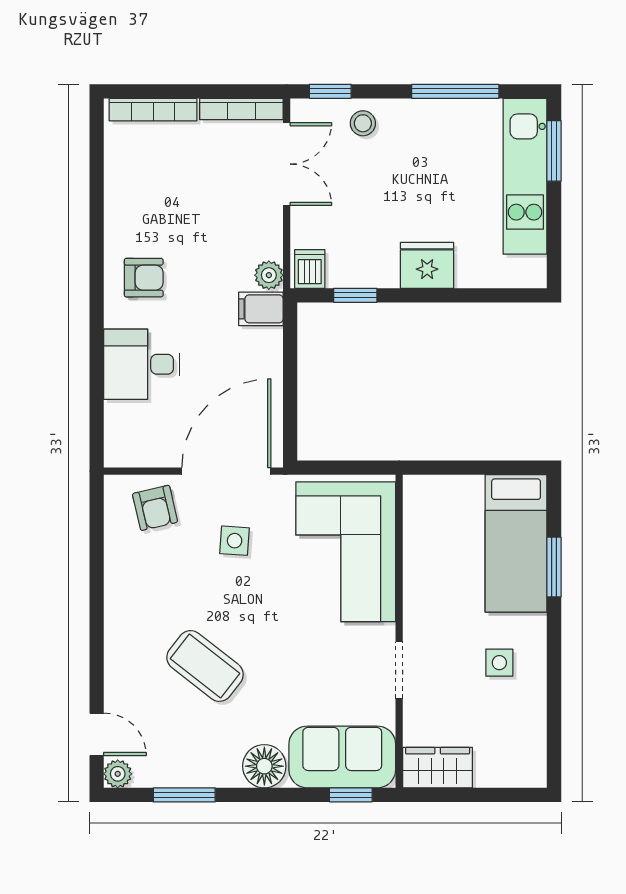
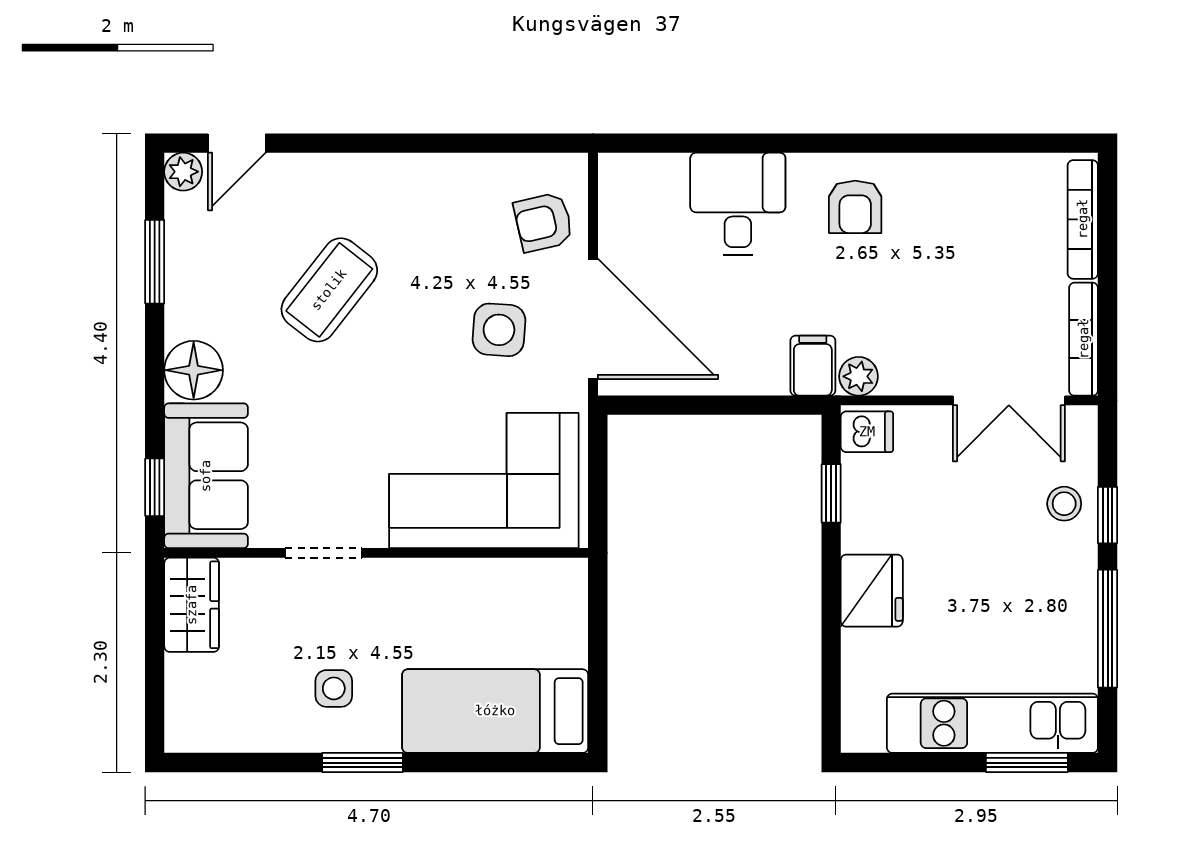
window: (330, 91) -> (1108, 515), moved
side table: (235, 541) -> (499, 330), width x1.37, depth x1.37
window: (554, 567) -> (363, 763), moved

